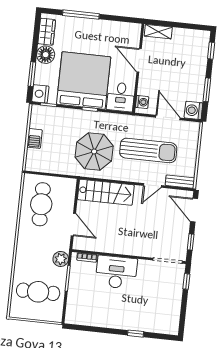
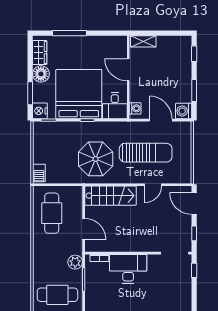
barbecue: (35, 138) -> (39, 173), moved
bench: (180, 182) -> (178, 178), removed

